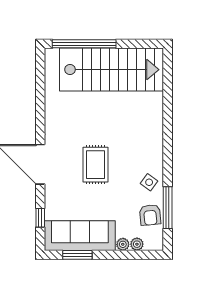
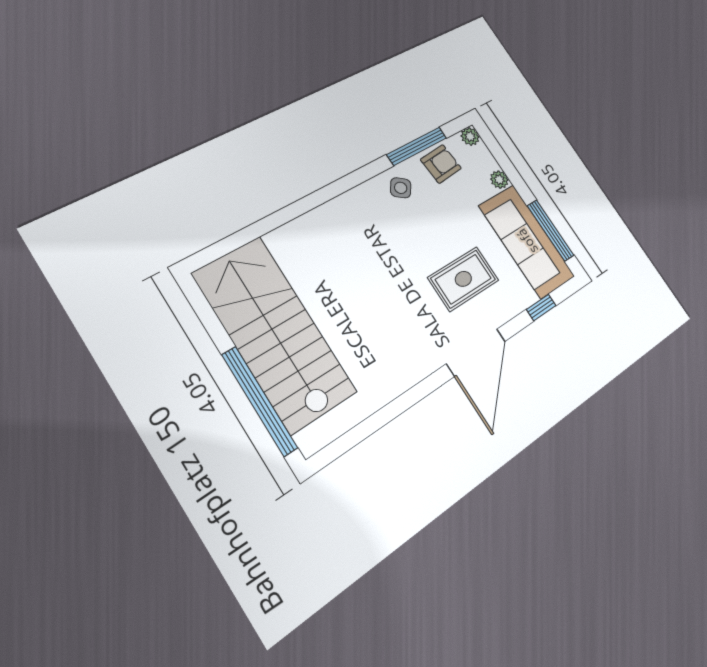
rug: (95, 165) -> (463, 279), moved
plant: (137, 244) -> (470, 136), moved
window: (77, 255) -> (550, 230), width x1.44

